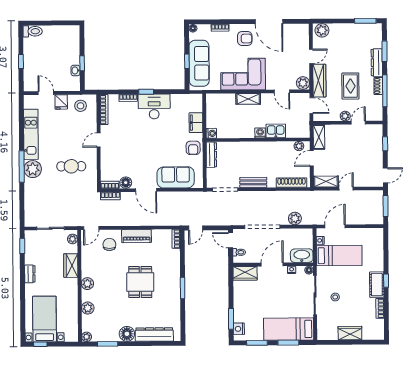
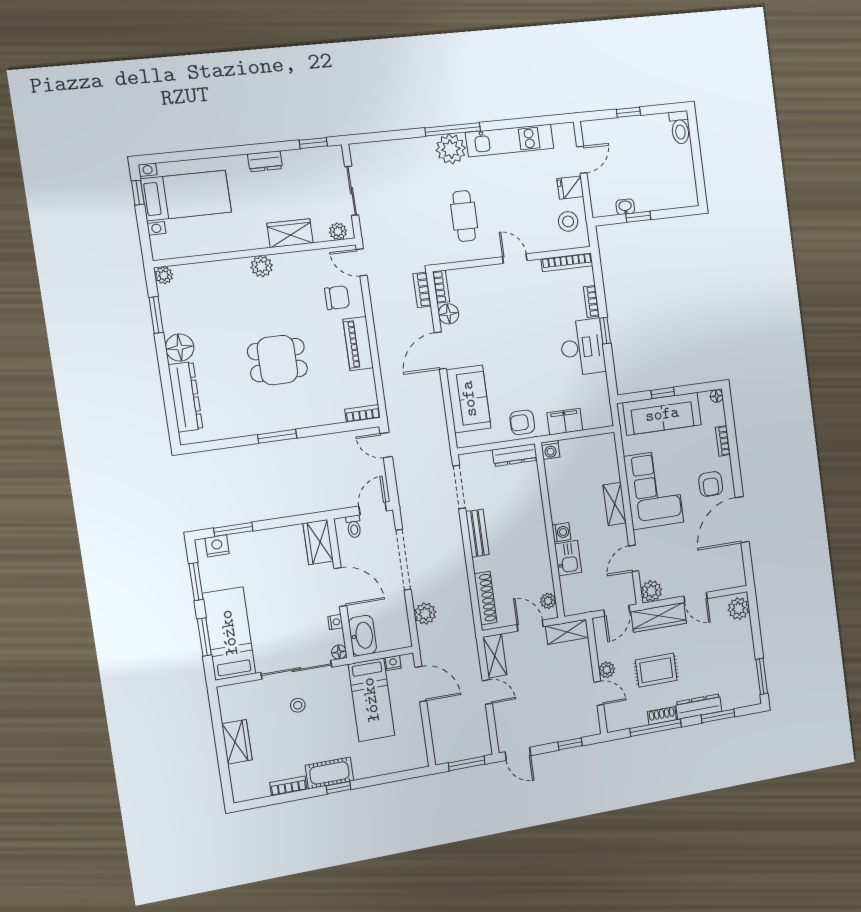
plant: (88, 308) -> (217, 272), removed

